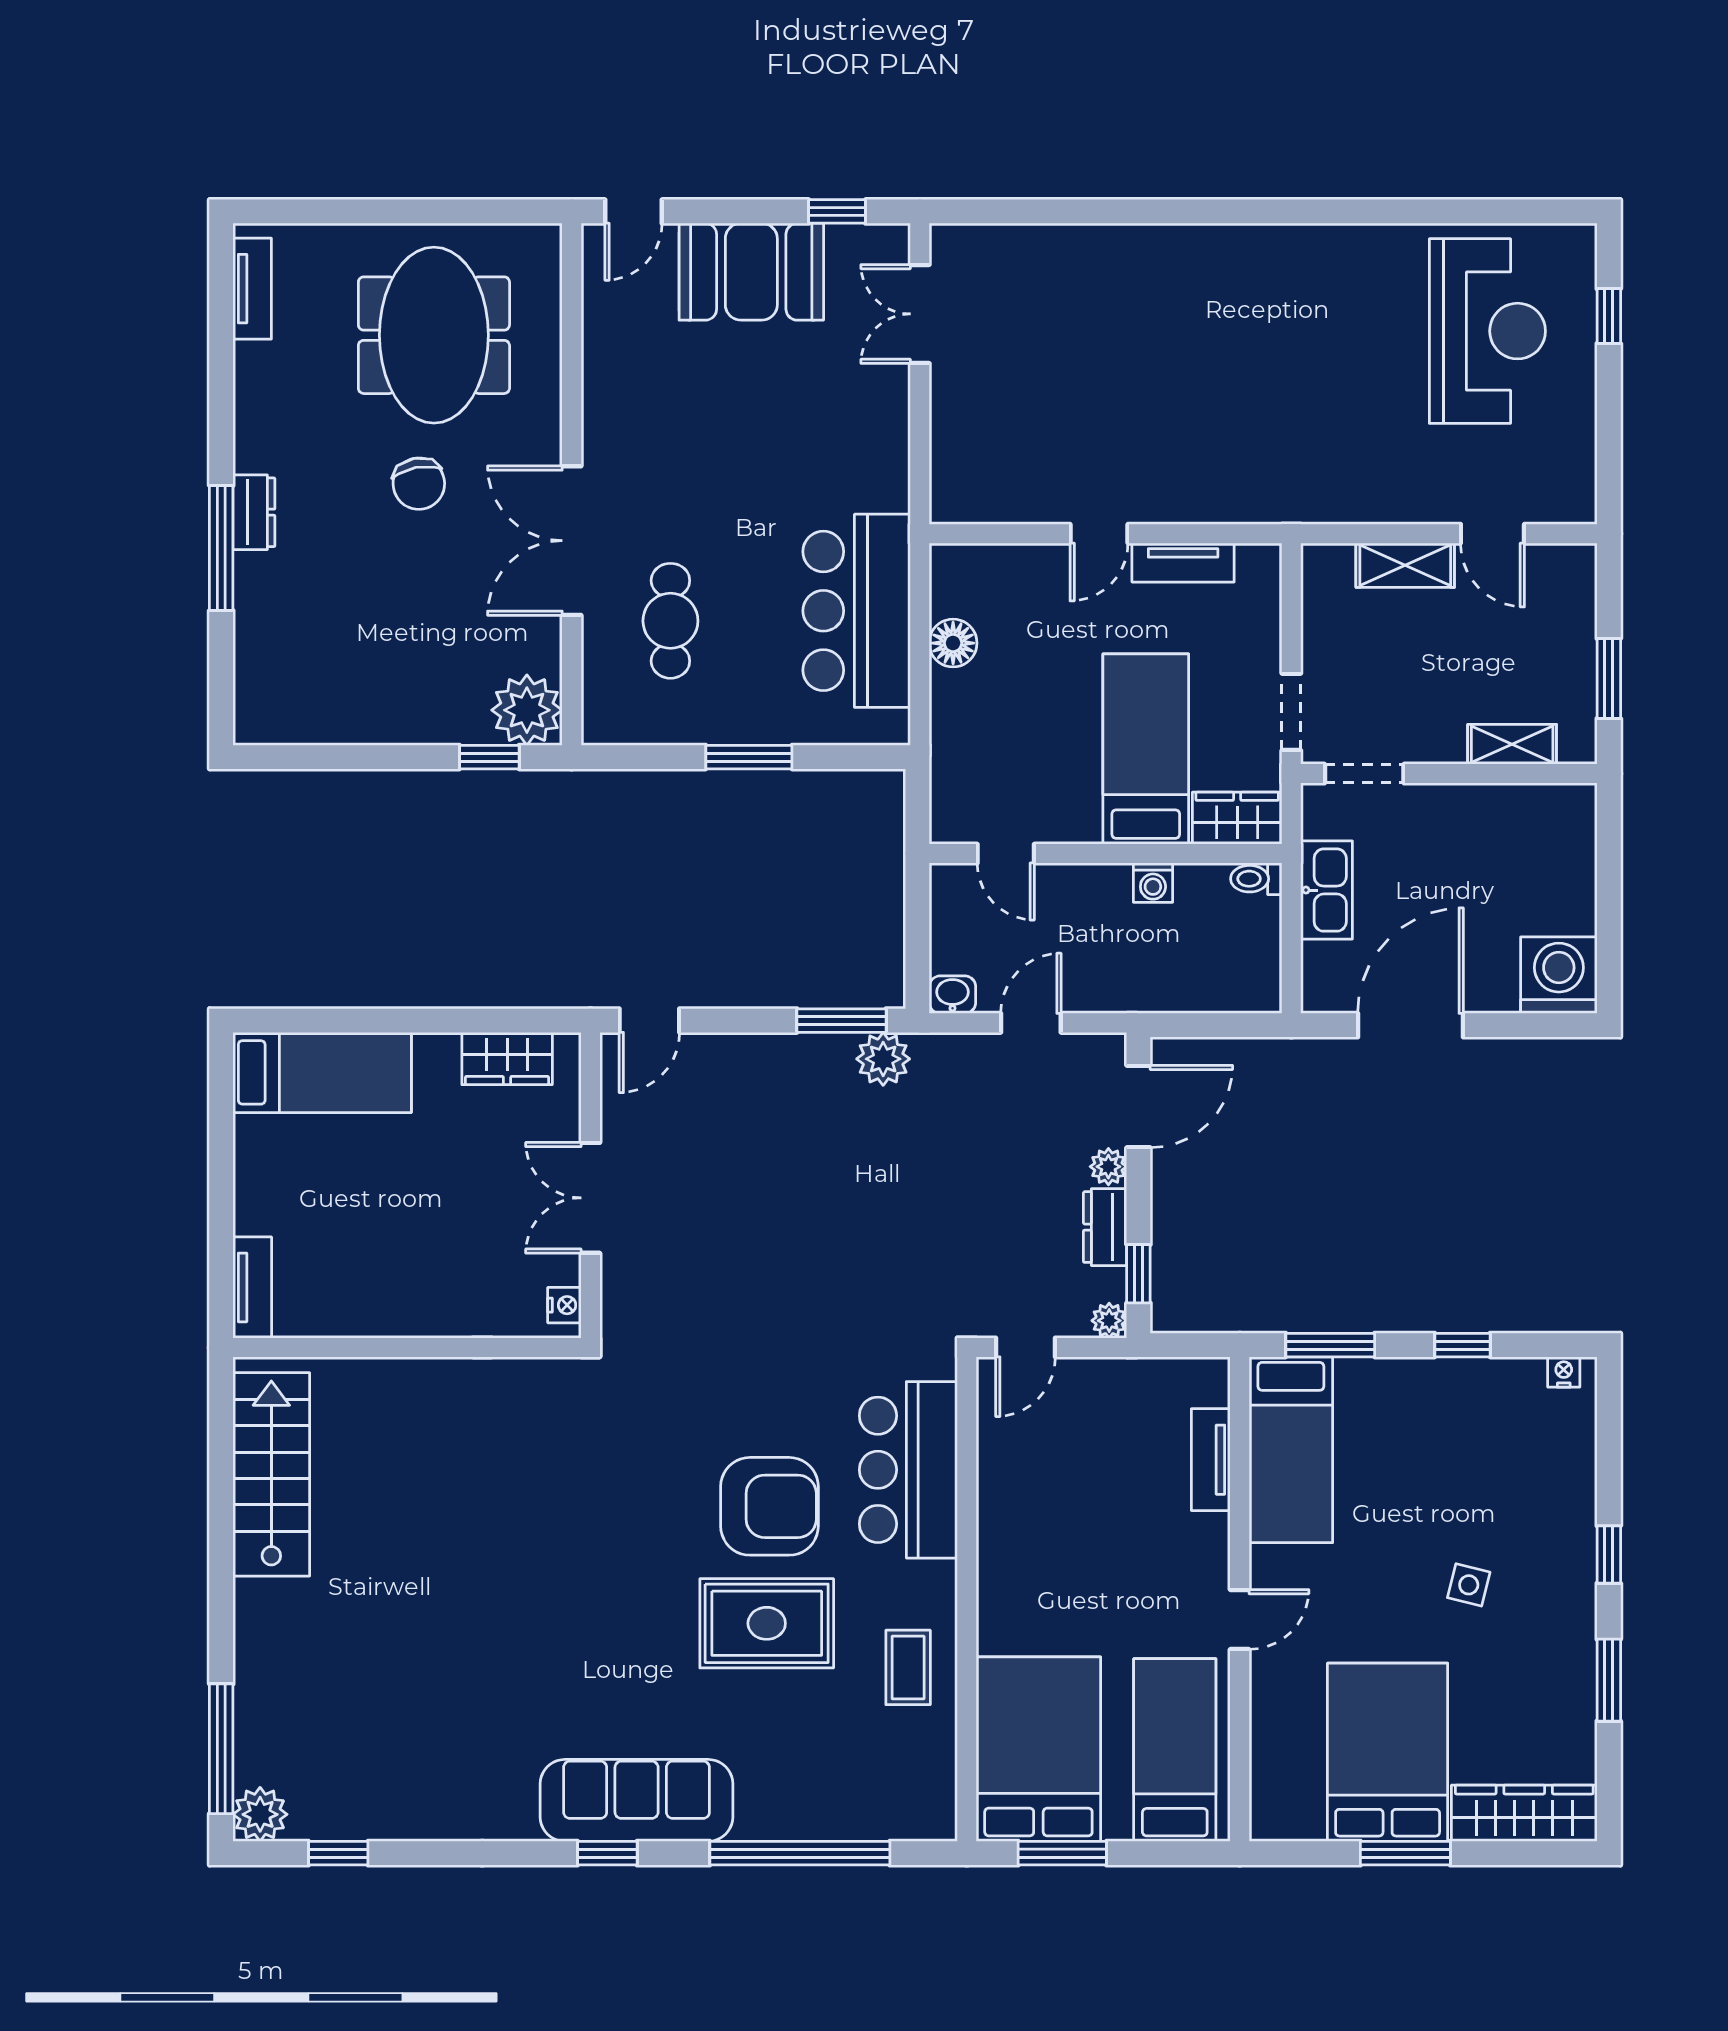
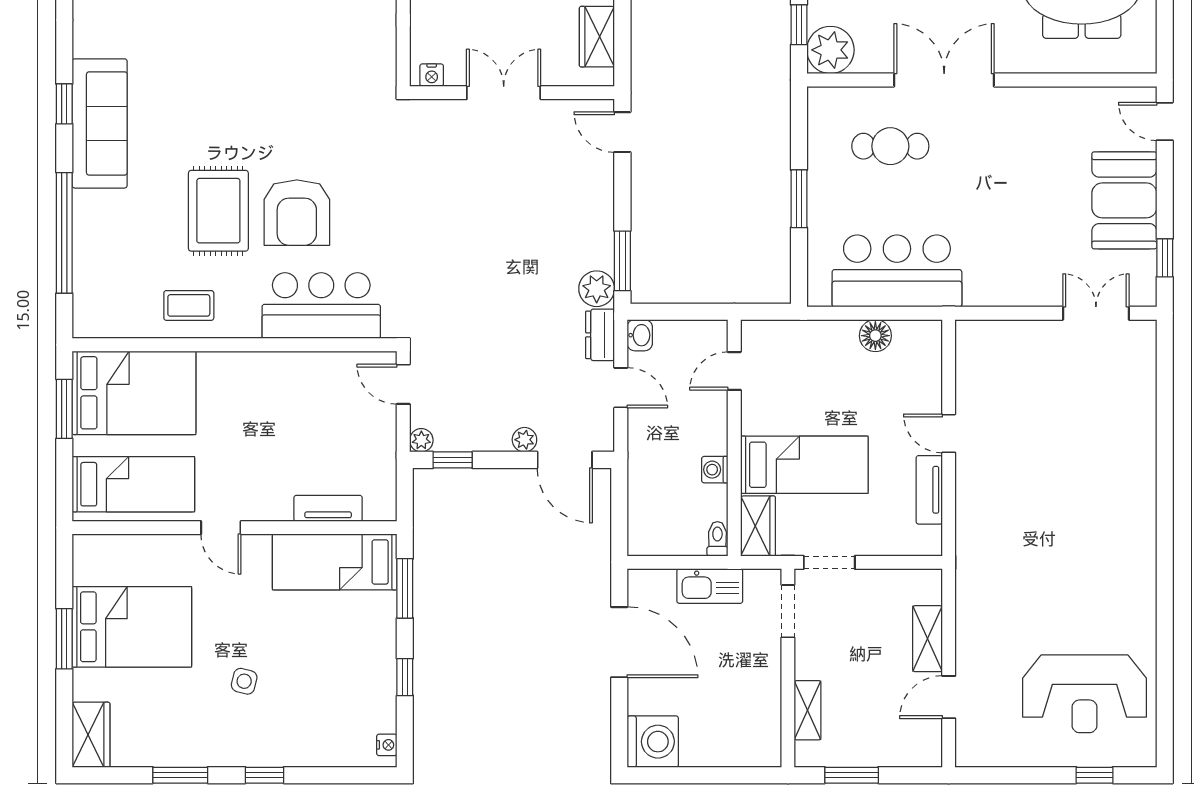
dresser: (1105, 1227) -> (600, 335), moved, turned -90
wardrobe: (1524, 1813) -> (91, 735), width x0.67

